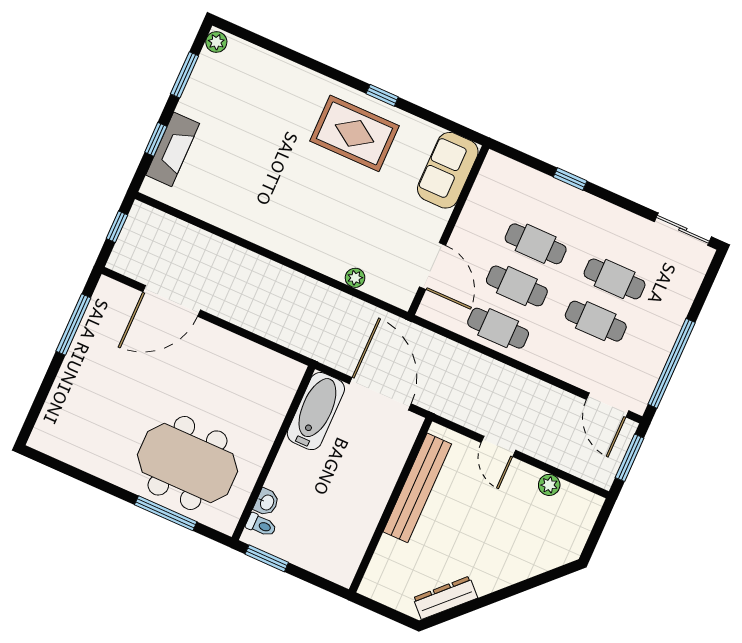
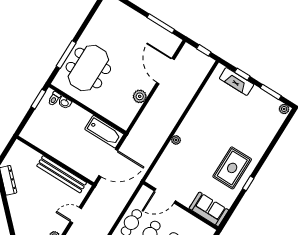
plant: (355, 278) -> (176, 140), moved
plant: (232, 347) -> (140, 96), added

